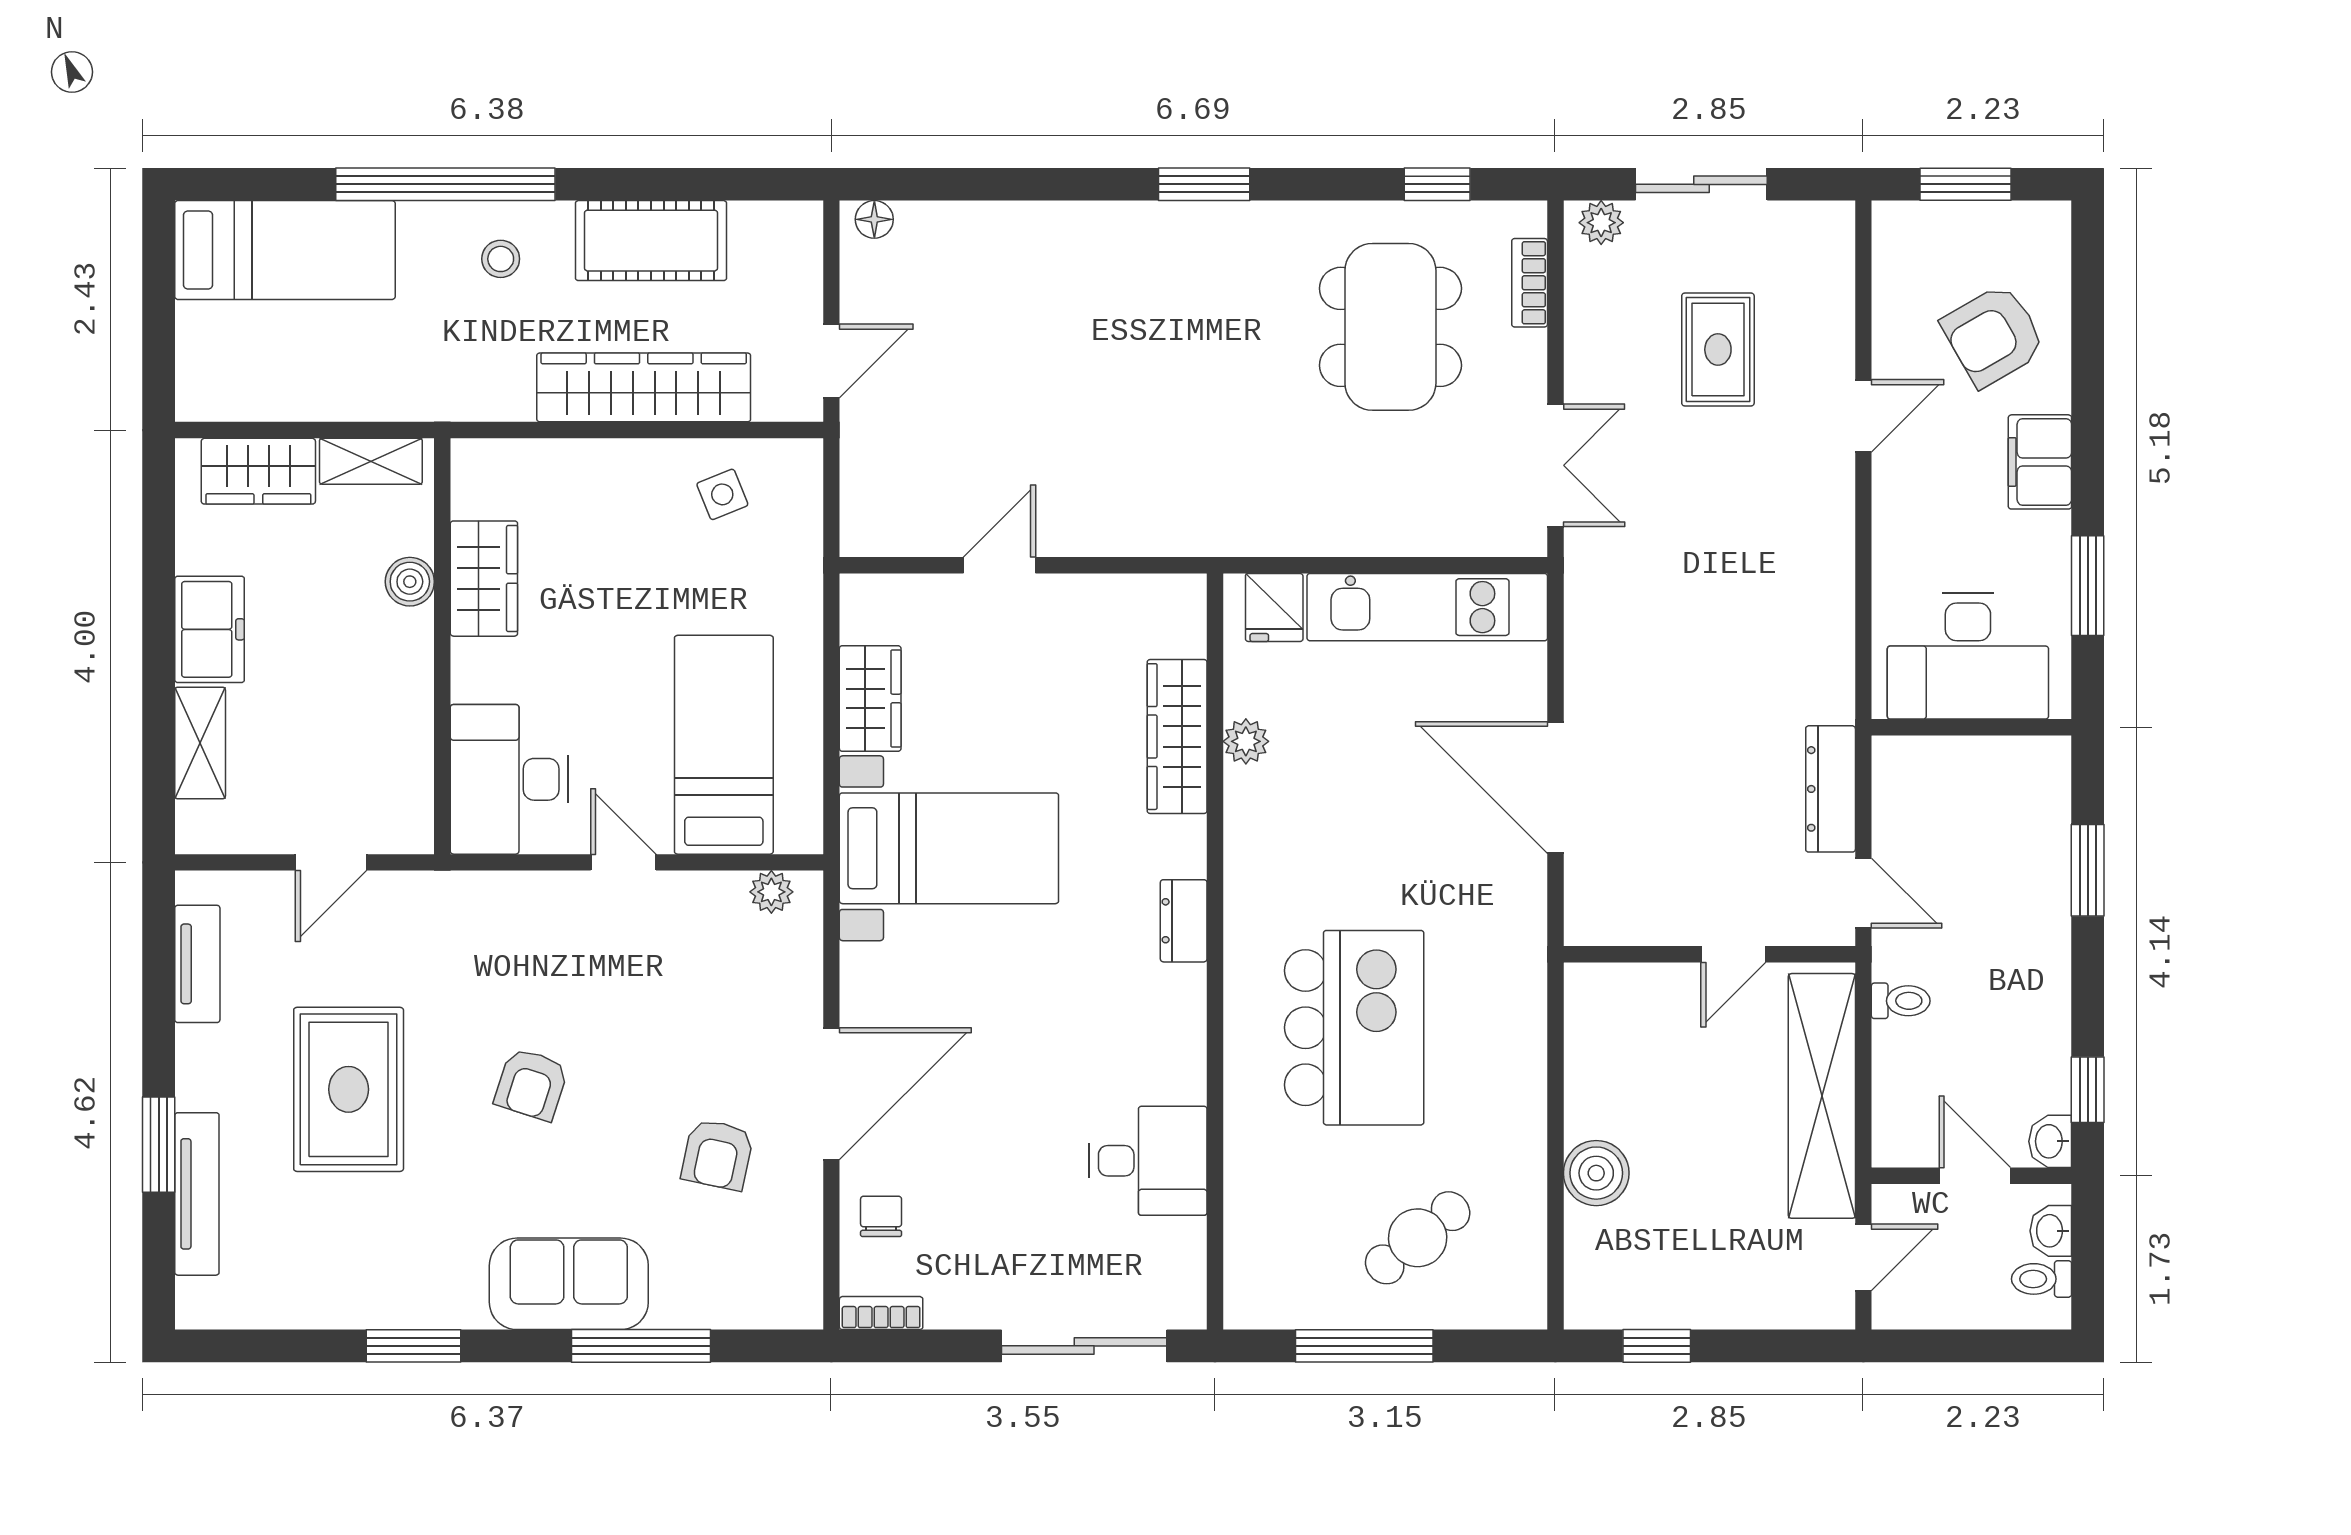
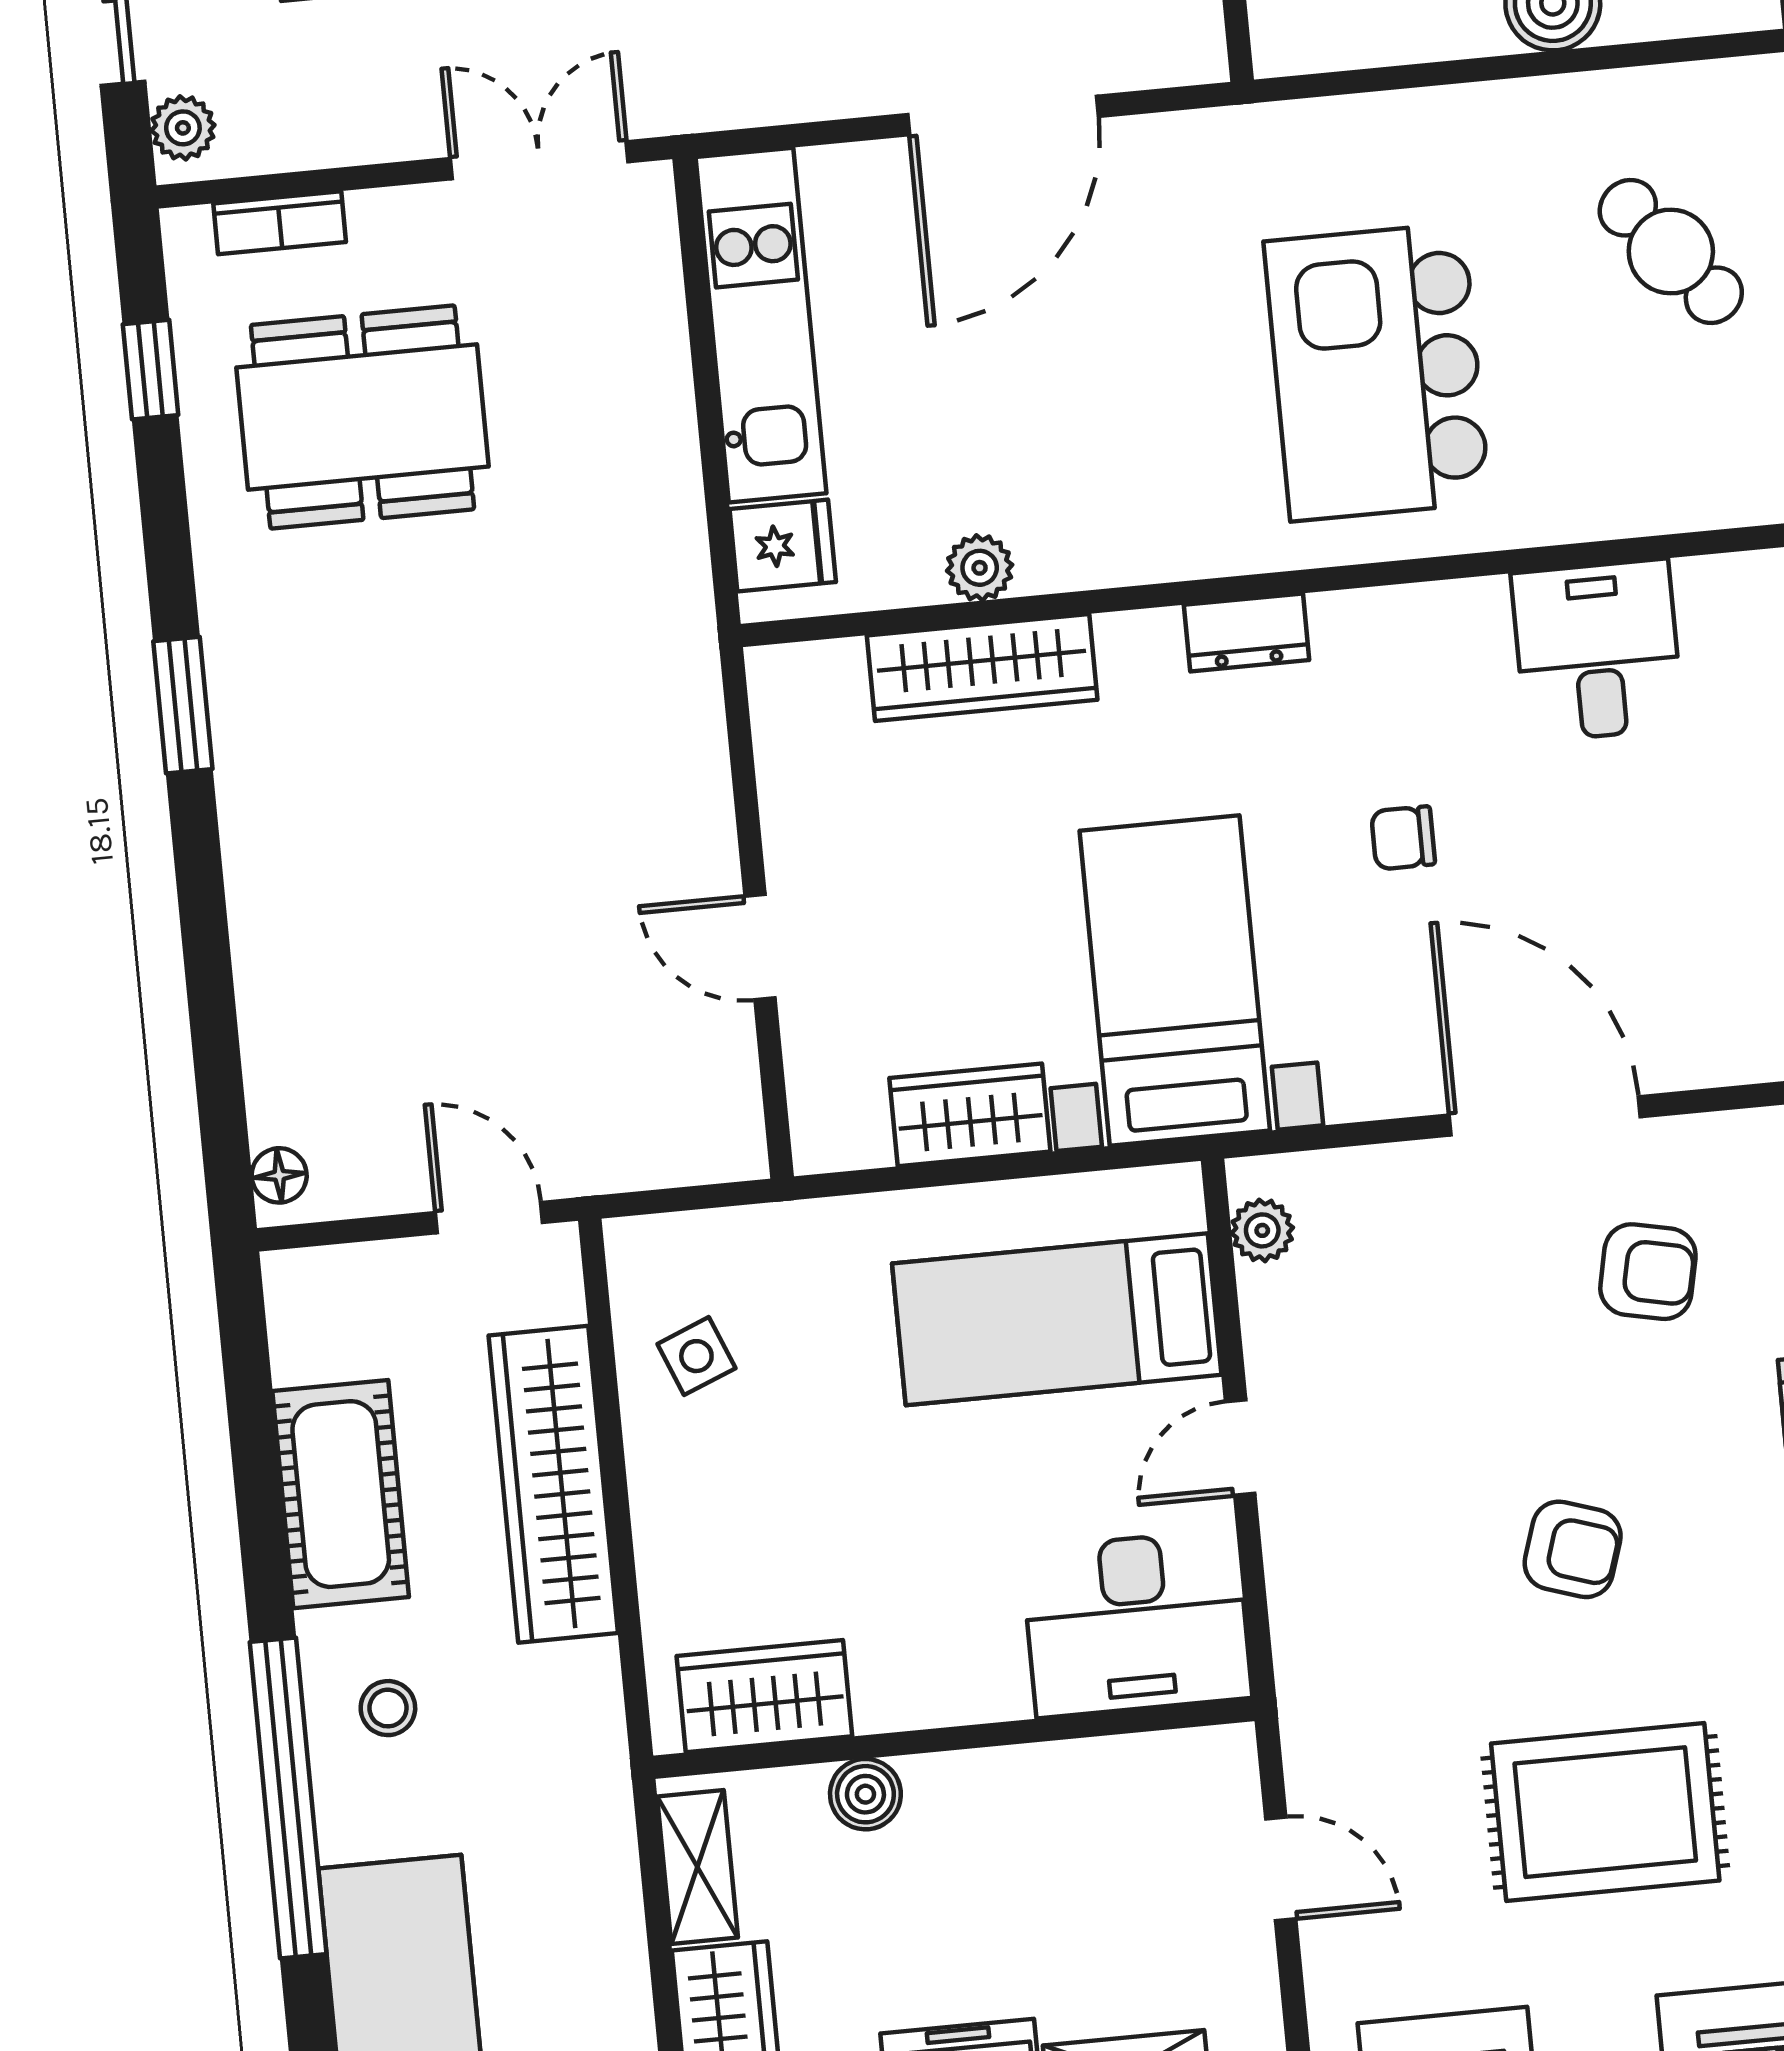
wardrobe: (484, 579) -> (764, 1696), moved
kitchen island: (1354, 1028) -> (1377, 372), turned -90
chair: (881, 1216) -> (1403, 838), moved

